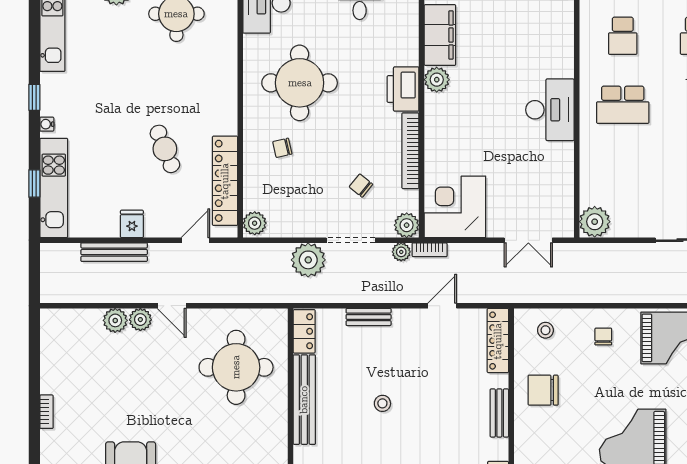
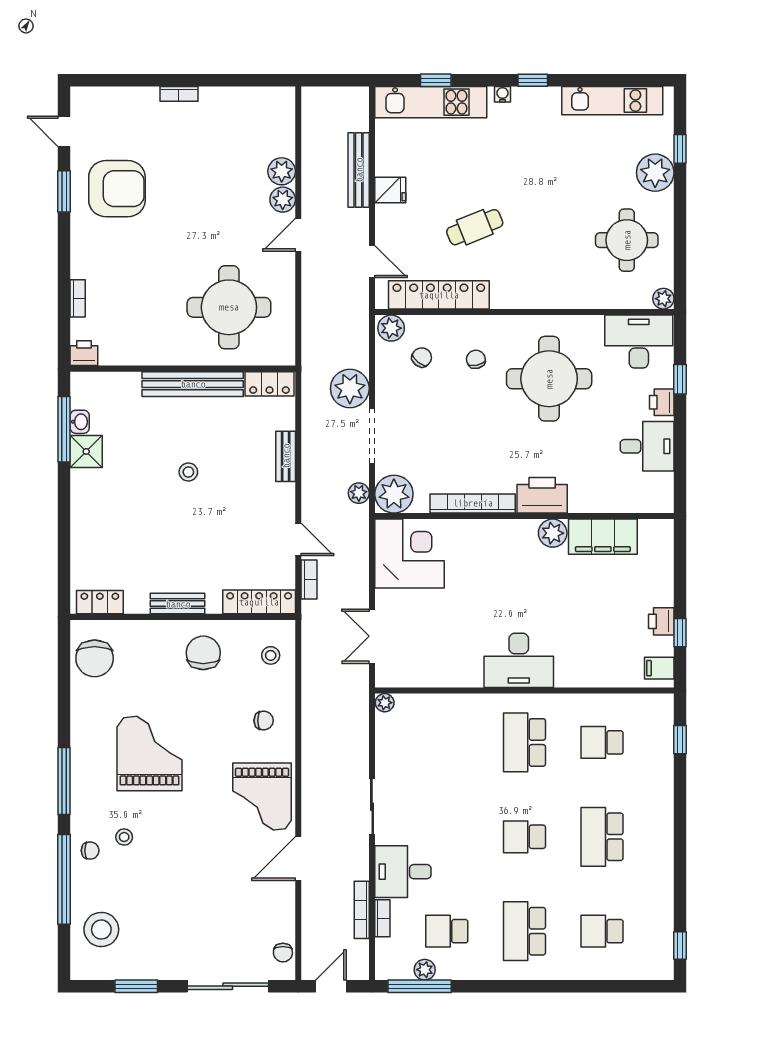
chair: (361, 186) -> (422, 357), moved
plant: (595, 222) -> (385, 703), width x0.53, depth x0.53
plant: (407, 225) -> (394, 494), width x1.36, depth x1.36
bookcase: (430, 250) -> (309, 580), moved, turned 180

